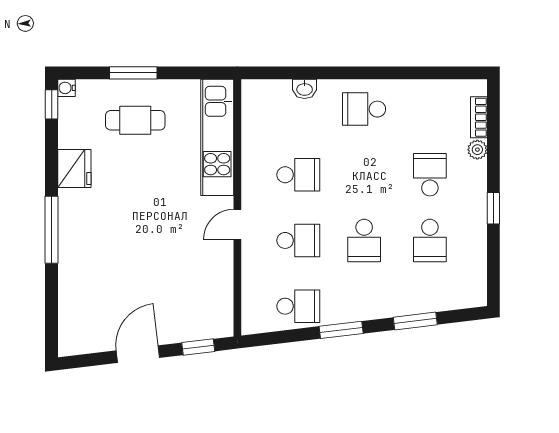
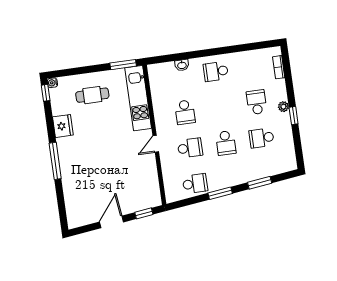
window: (133, 73) -> (123, 65), moved
plant: (477, 150) -> (283, 107), moved
school desk: (298, 175) -> (185, 112), turned 90
school desk: (430, 240) -> (262, 138), turned 90

